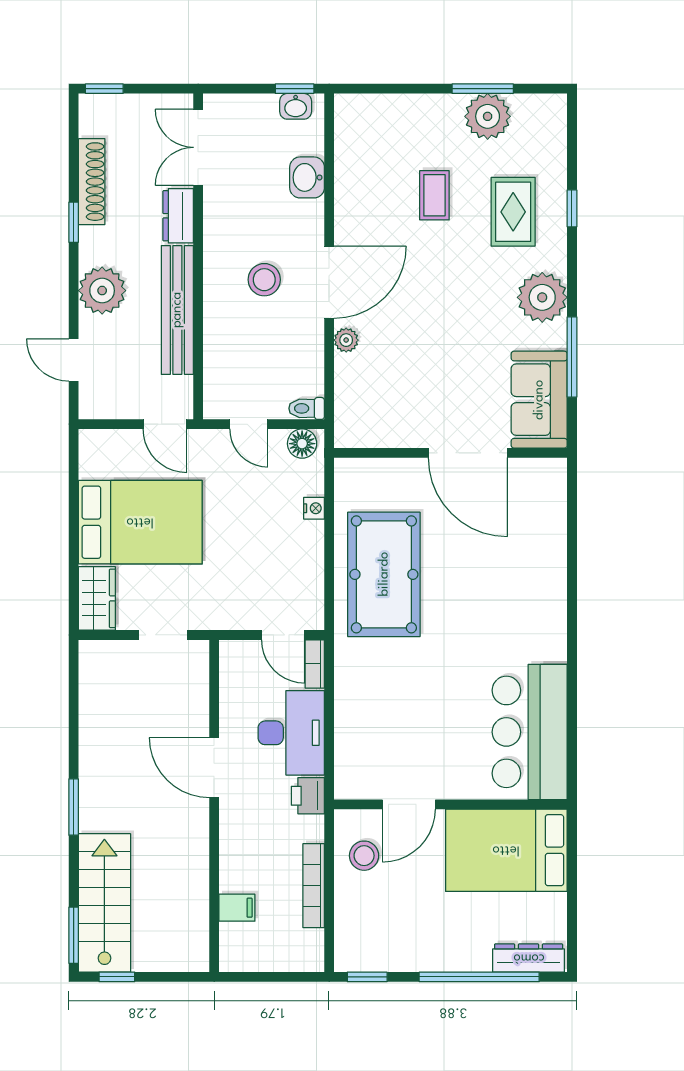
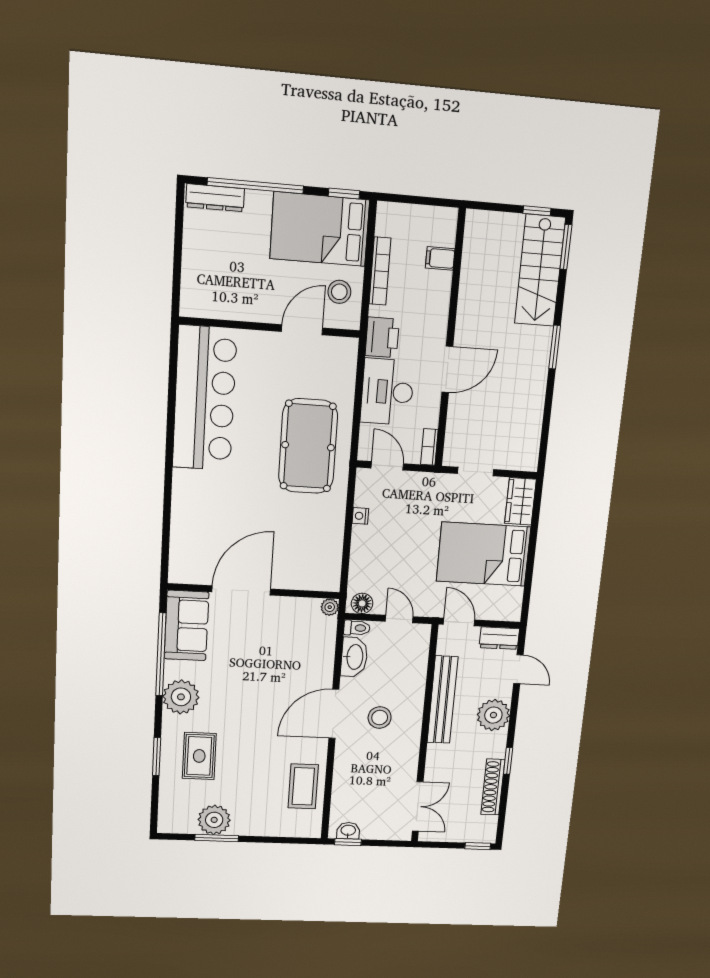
washbasin: (307, 177) -> (354, 657), moved, width x1.38
coffee table: (434, 195) -> (303, 786), moved, width x1.36, depth x1.30
window: (572, 208) -> (157, 757), width x1.50
dresser: (178, 216) -> (499, 638), moved, turned 90
plant: (346, 340) -> (330, 607), moved
window: (572, 357) -> (161, 654), width x1.46
door: (468, 453) -> (241, 590), hinge flipped
nightstand: (314, 508) -> (360, 516), moved
pool table: (384, 574) -> (308, 446), moved
bookcase: (315, 664) -> (429, 447), moved, turned 180
bar counter: (530, 732) -> (205, 398), width x1.36
door: (214, 768) -> (447, 369), hinge flipped
printer: (308, 796) -> (382, 337), width x1.36, depth x1.24
bed: (506, 850) -> (320, 229), moved, turned 180

